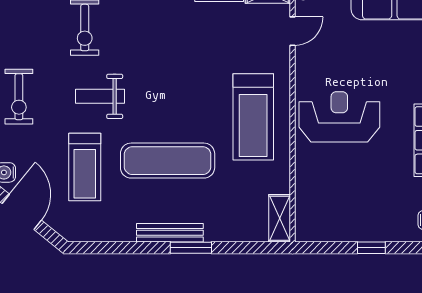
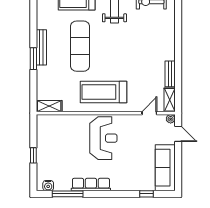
door: (292, 31) -> (149, 113), swing flipped

